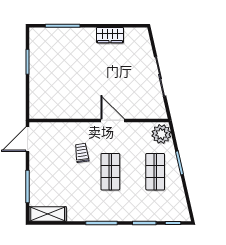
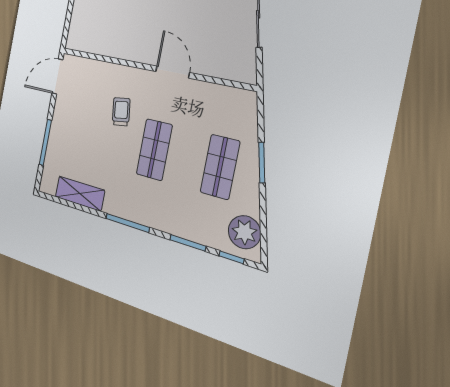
plant: (161, 134) -> (244, 232), moved
shelving: (48, 214) -> (80, 194), moved

